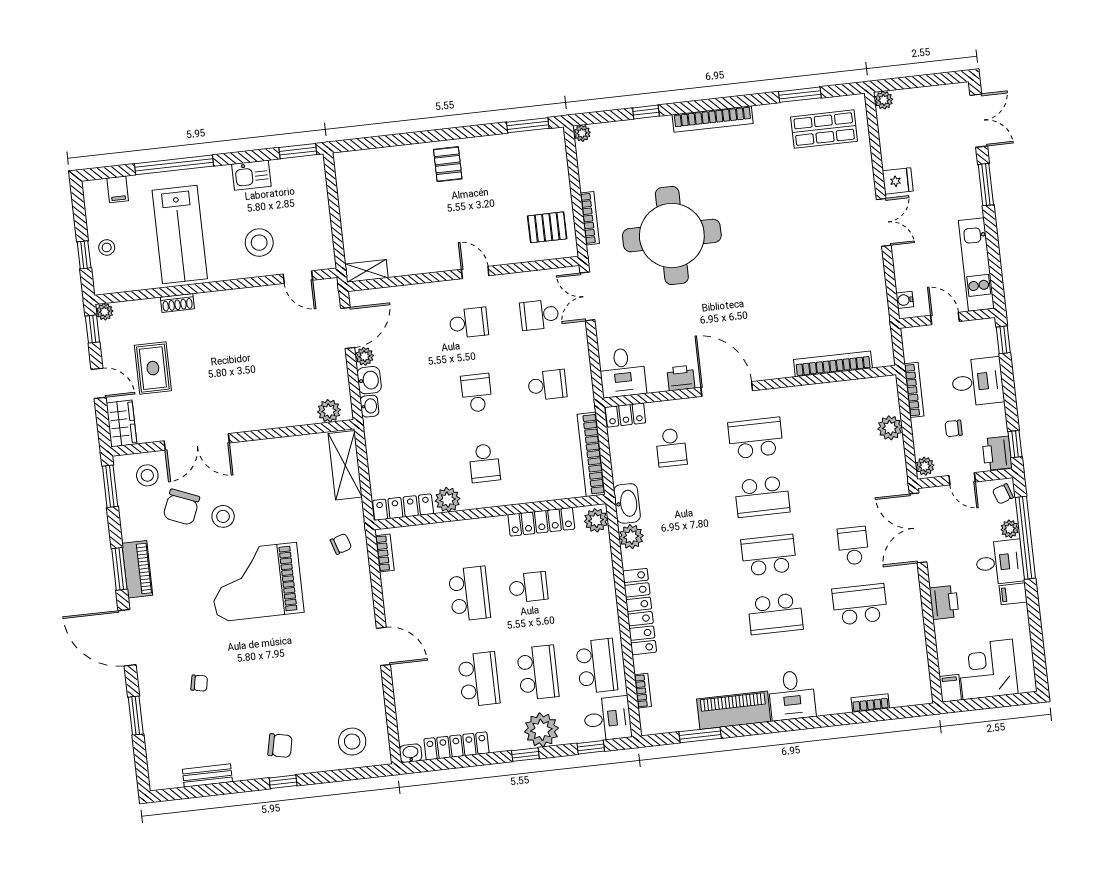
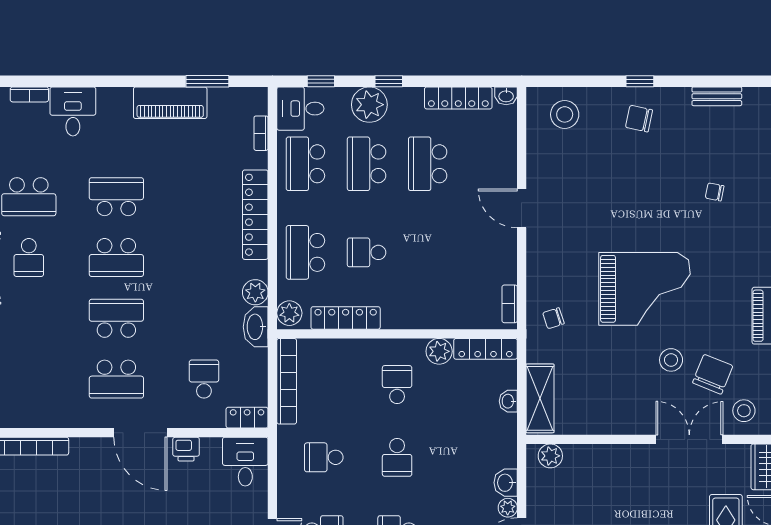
washbasin: (369, 406) -> (508, 401), moved
school desk: (469, 594) -> (305, 252), moved
desk: (792, 695) -> (73, 111), moved

